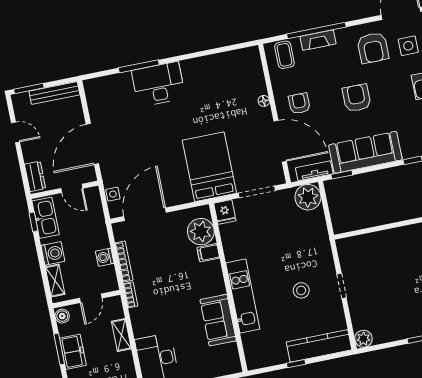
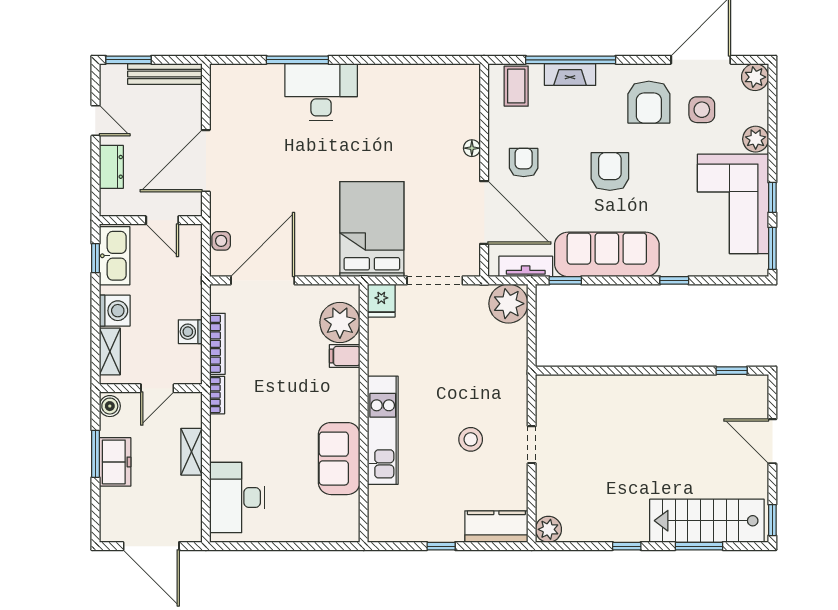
dresser: (35, 176) -> (111, 167), moved
kitchen counter: (319, 346) -> (496, 527), width x0.67

